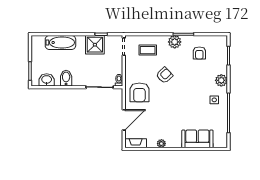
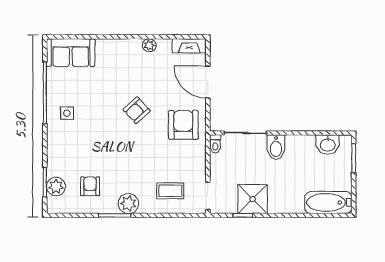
bathtub: (60, 43) -> (328, 202), moved
armchair: (164, 75) -> (137, 110), moved
bidet: (66, 78) -> (276, 147), moved
plant: (221, 80) -> (56, 187), moved
door: (124, 120) -> (208, 82), hinge flipped
sofa: (197, 139) -> (71, 53), moved

